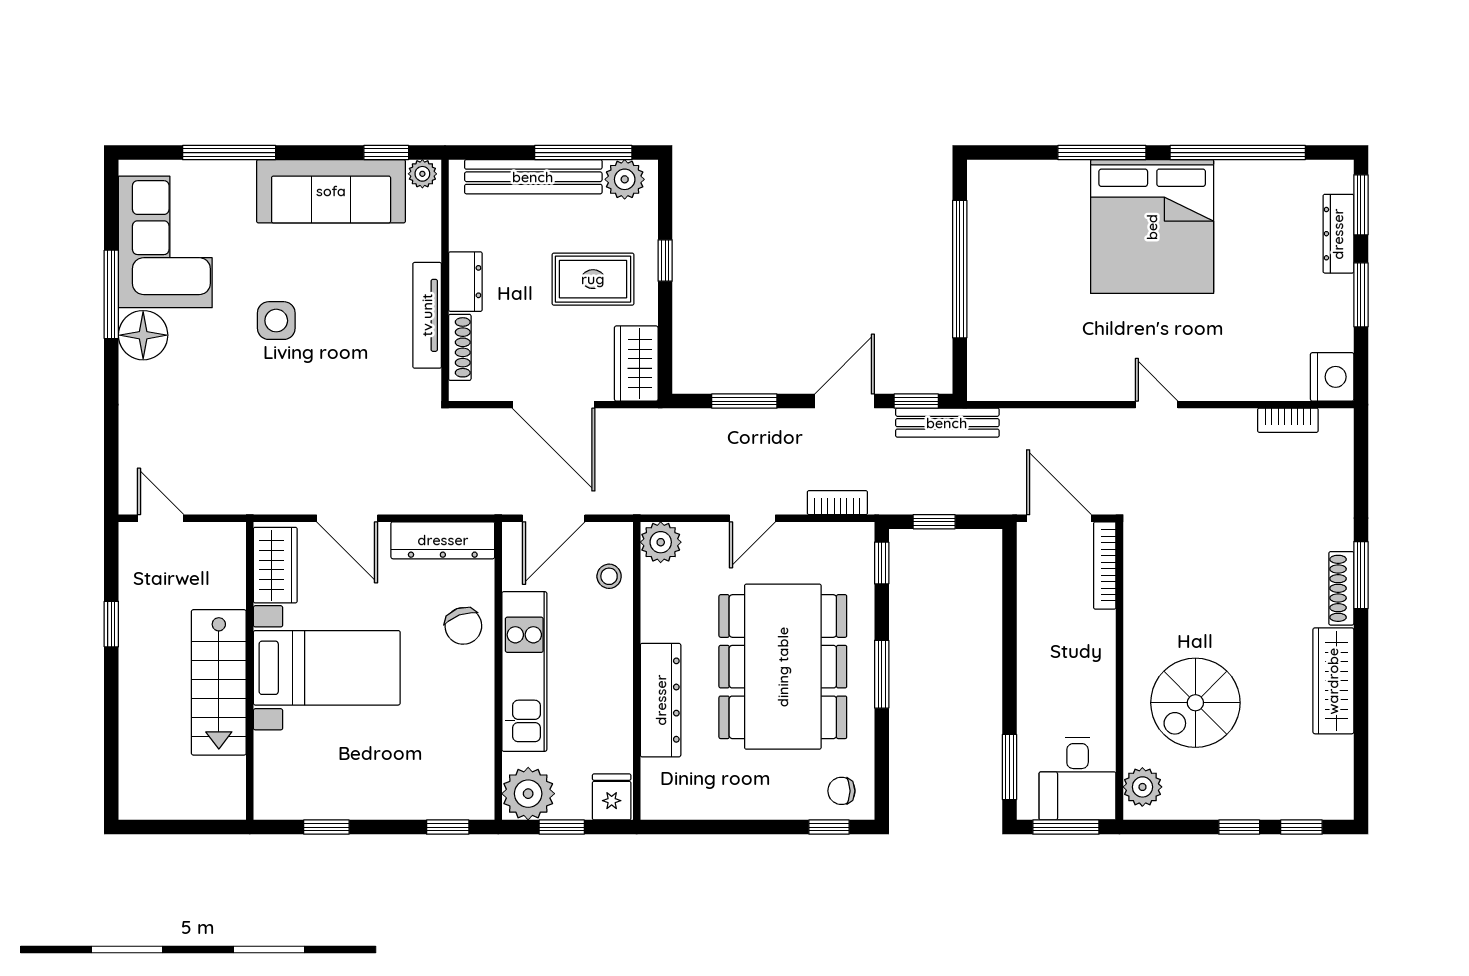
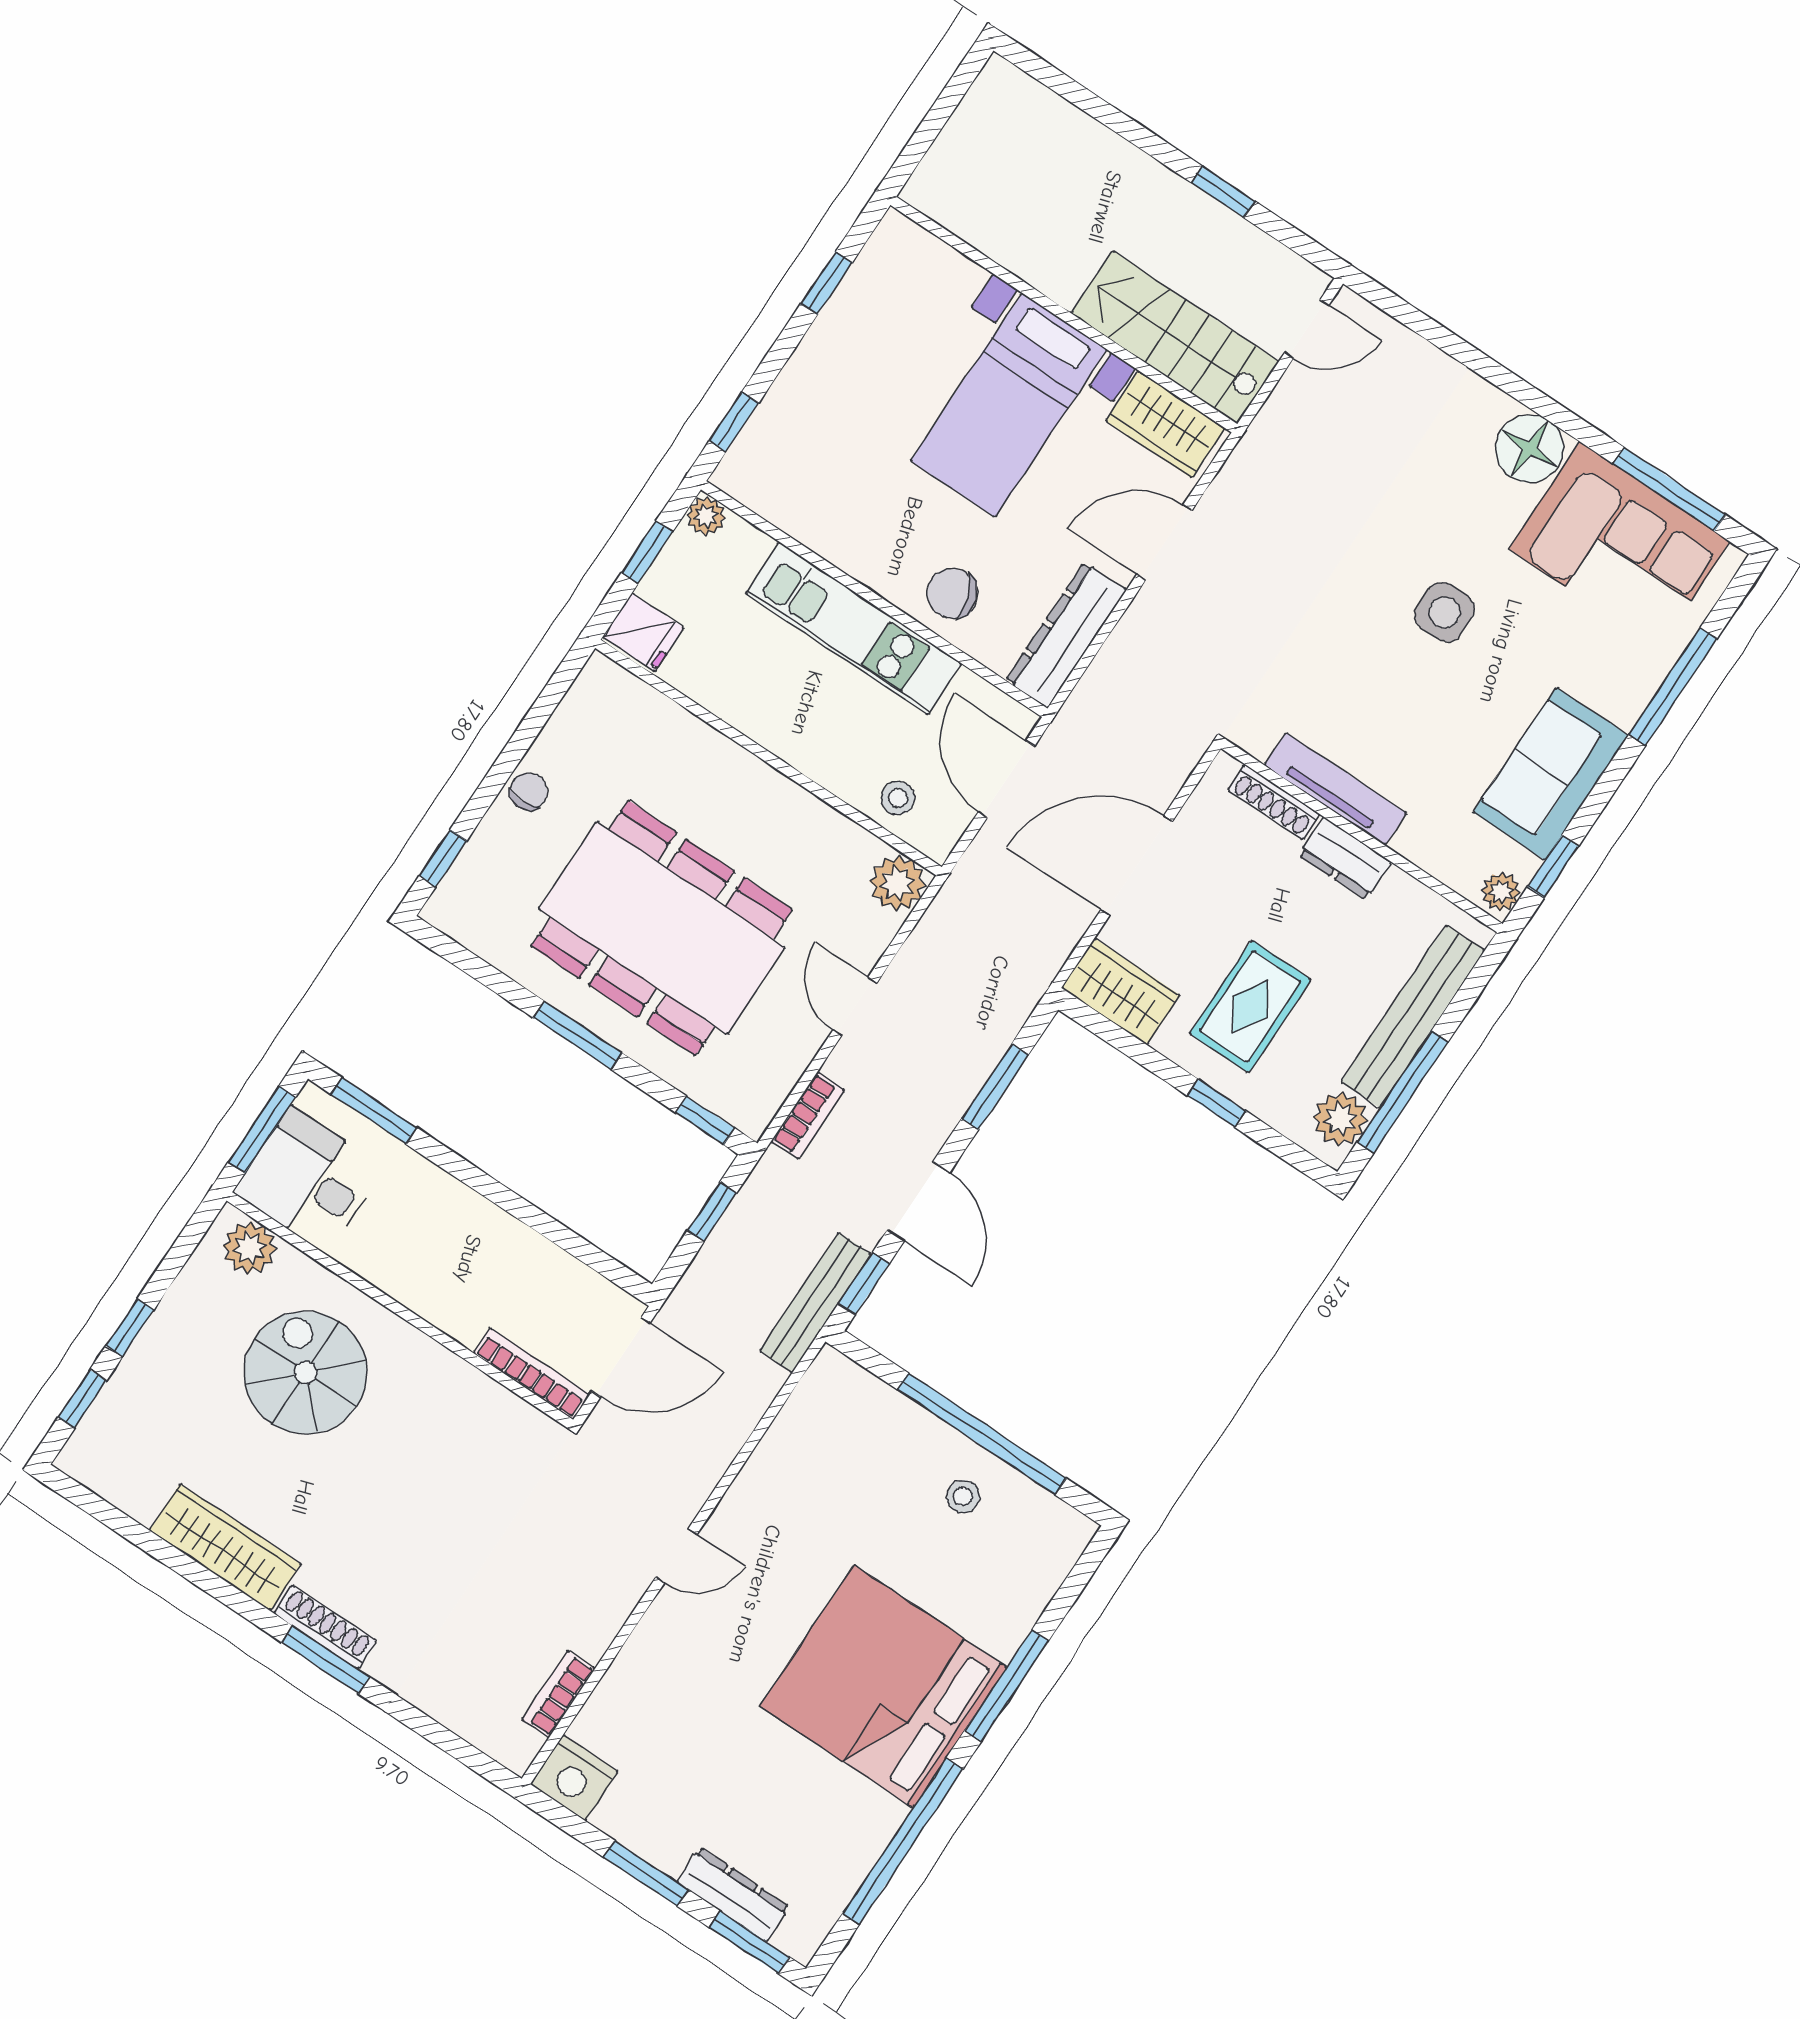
sofa: (331, 191) -> (1551, 774), width x0.73
stool: (1005, 255) -> (963, 1496), added
window: (111, 294) -> (1669, 489), moved
stairs: (219, 682) -> (1175, 338), moved
dresser: (661, 700) -> (717, 762), removed
chair: (841, 791) -> (529, 791), moved
plant: (528, 794) -> (706, 516), width x0.53, depth x0.53

